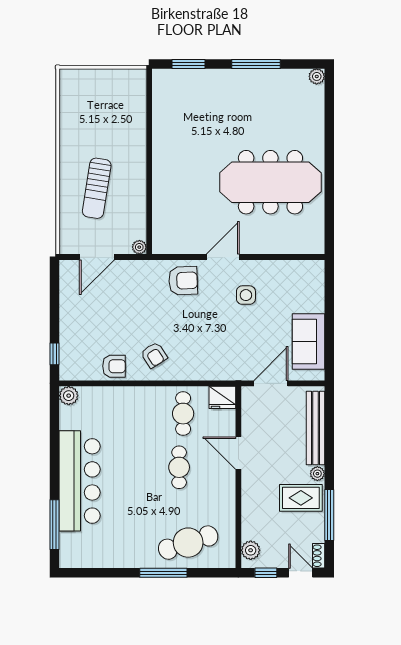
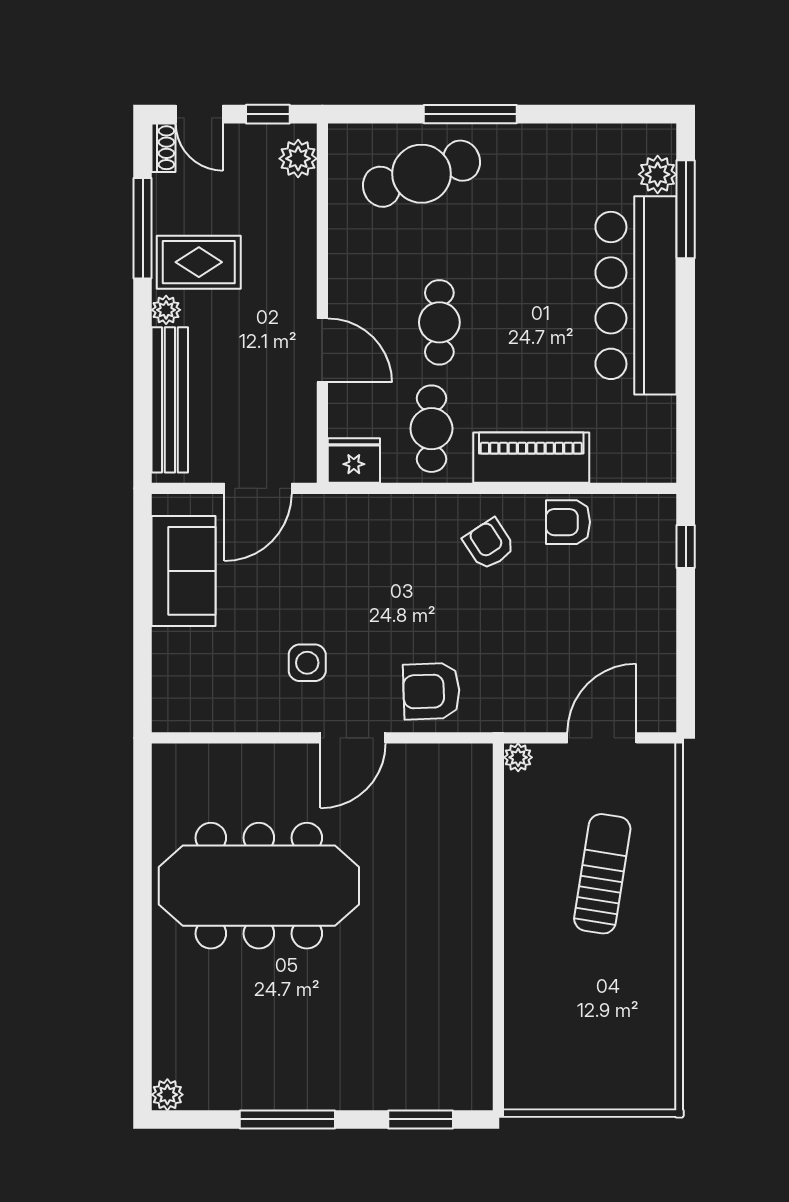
plant: (69, 396) -> (658, 174), moved
piano: (133, 399) -> (531, 458), added

